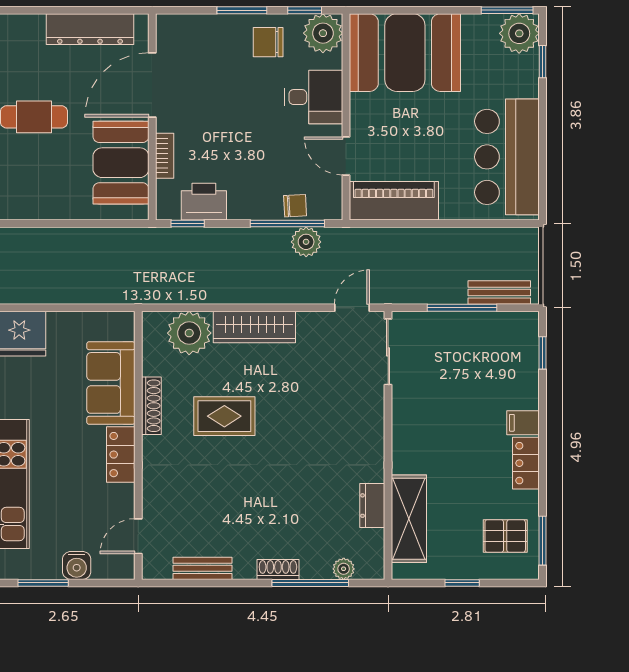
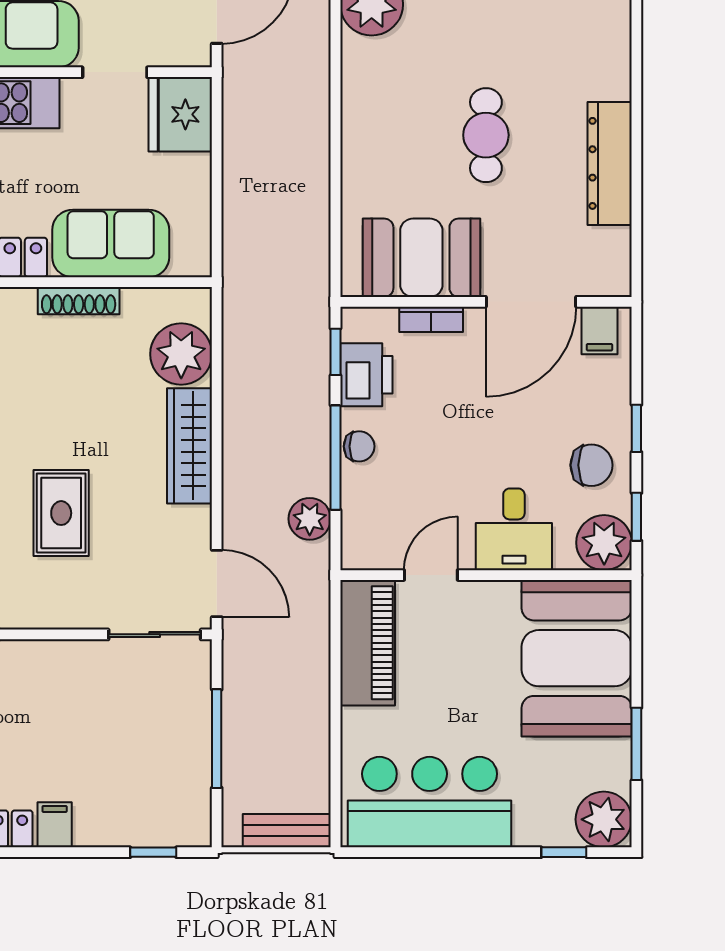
window: (242, 10) -> (636, 428), width x0.67
window: (507, 10) -> (636, 744), moved
dresser: (90, 29) -> (610, 163), moved
filing cabinet: (173, 36) -> (599, 330), added
chair: (268, 42) -> (591, 465), turned 90
door: (152, 85) -> (531, 302), swing flipped
chair: (295, 206) -> (359, 446), moved, turned -87
window: (287, 224) -> (336, 458), moved
bench: (499, 293) -> (287, 831), moved, turned 90
door: (352, 308) -> (217, 583), width x1.38
rug: (224, 416) -> (61, 513), moved

